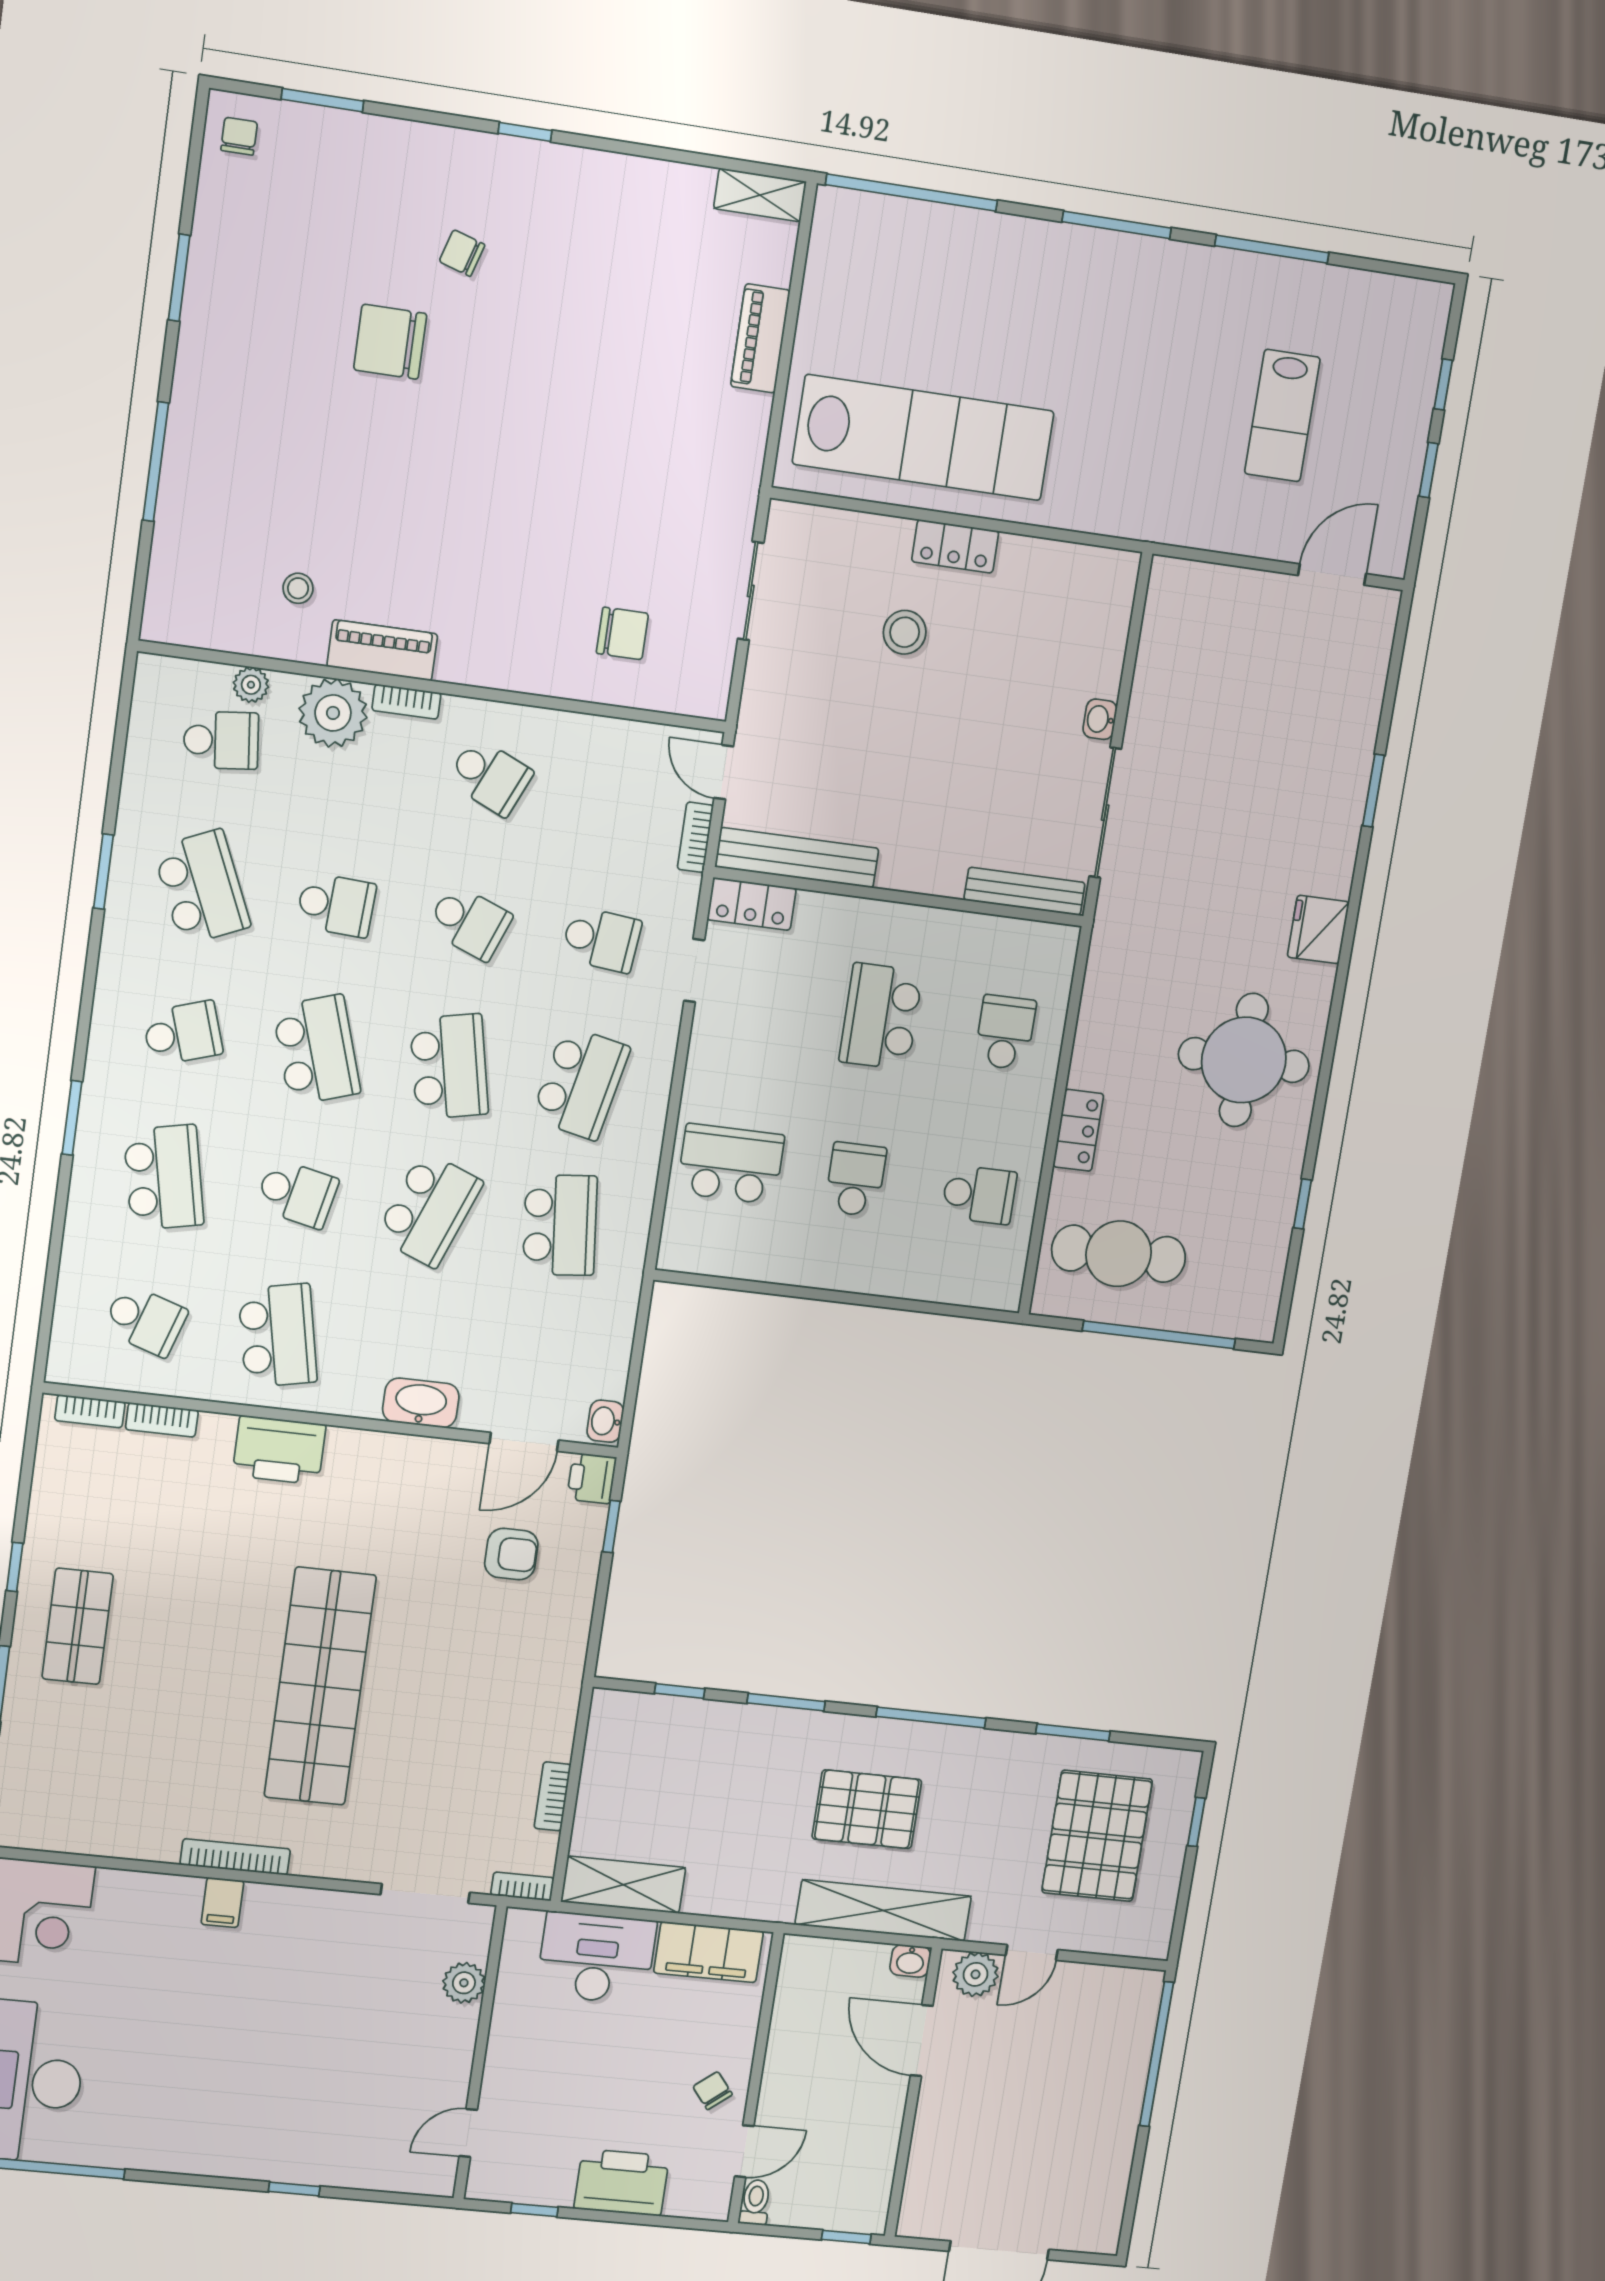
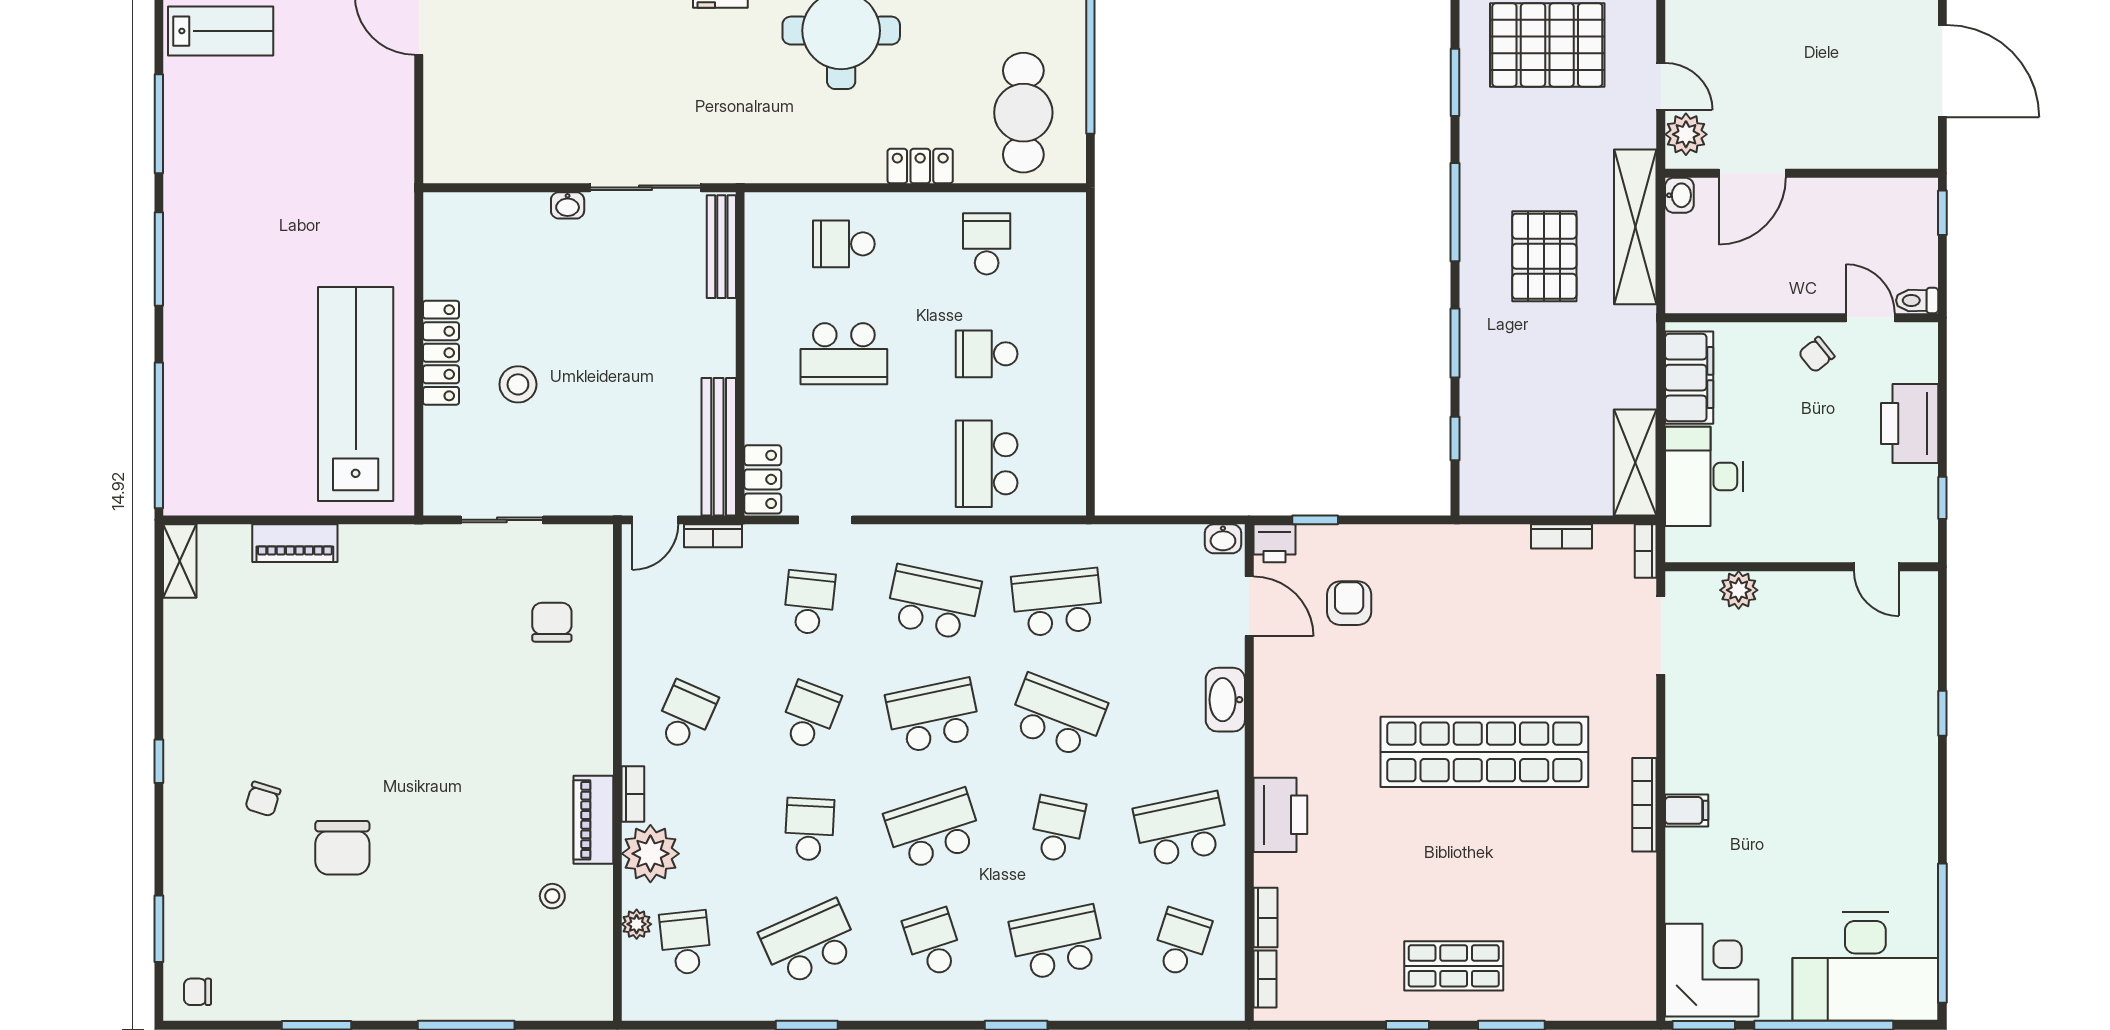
lab bench: (1282, 416) -> (221, 31), moved
locker: (955, 546) -> (441, 353), width x1.53

